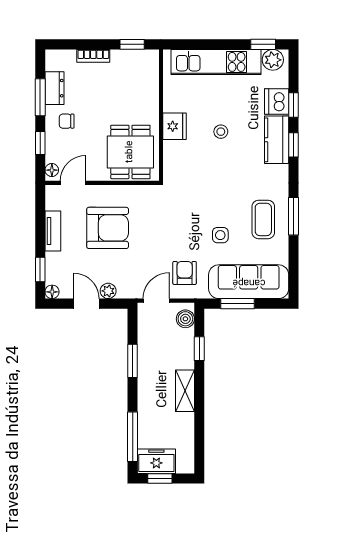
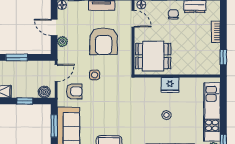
side table: (220, 235) -> (95, 75), moved
door: (156, 301) -> (56, 73), hinge flipped
door: (87, 304) -> (54, 27), swing flipped

